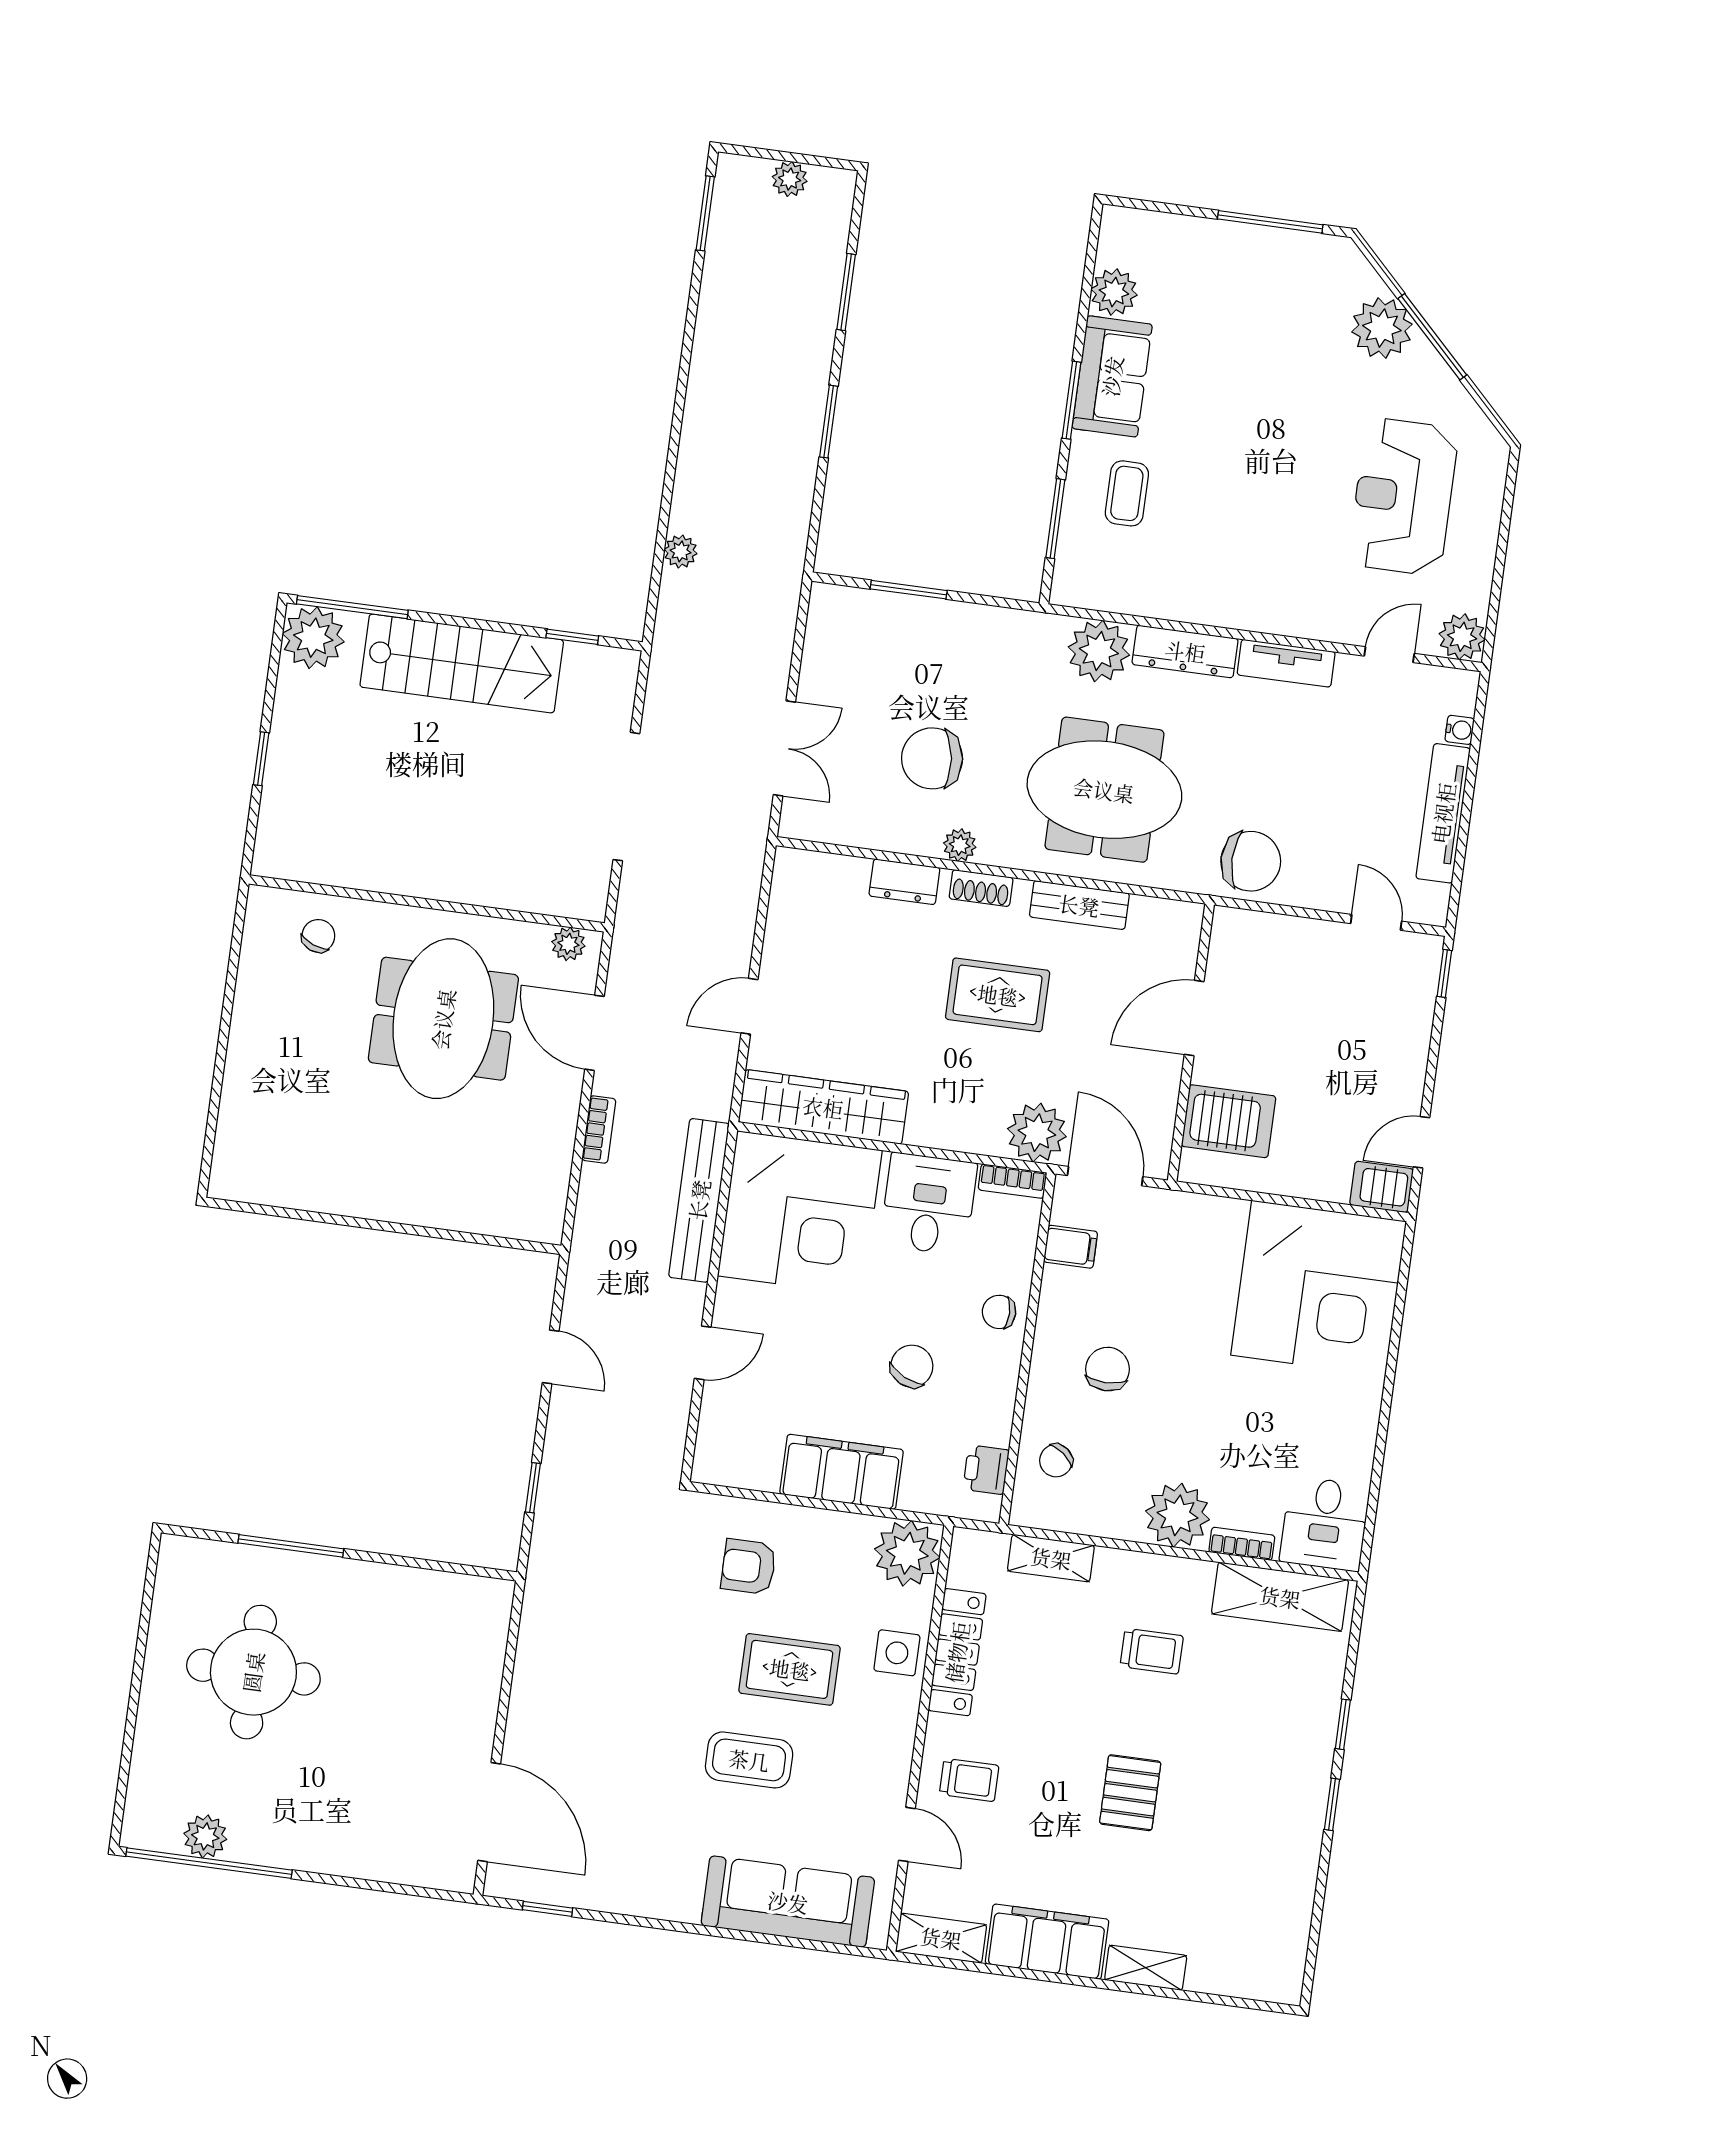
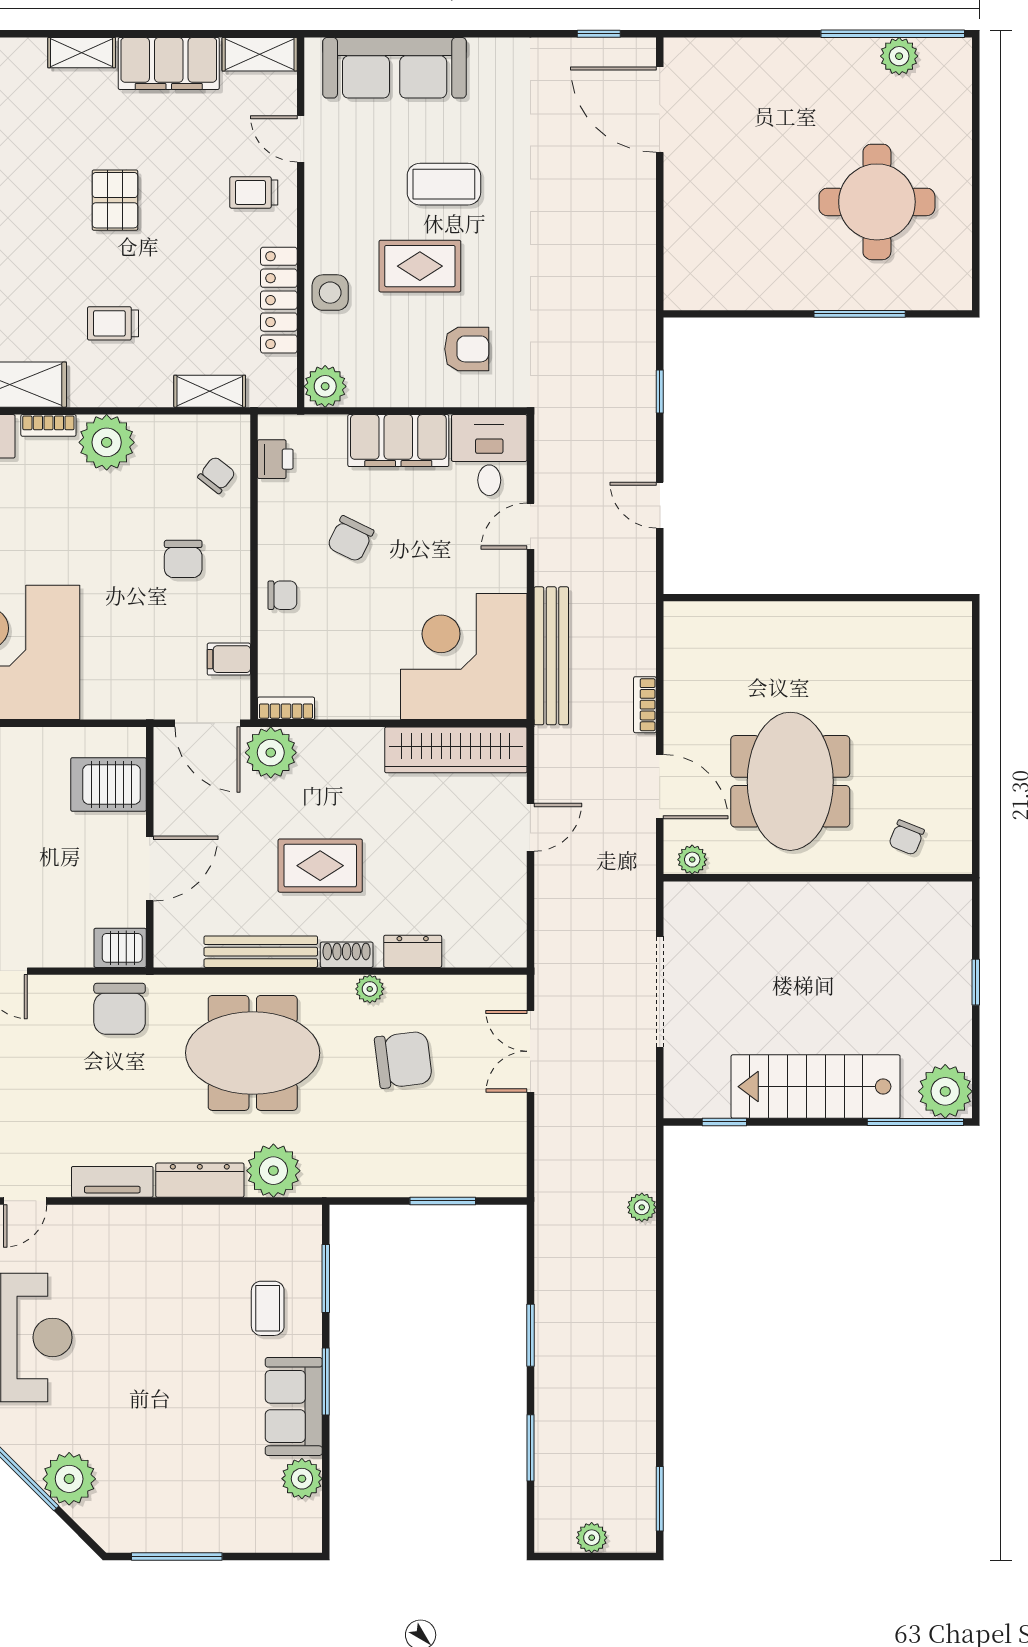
chair: (1251, 861) -> (120, 1009), turned -90
bench: (1079, 905) -> (261, 952), width x1.36
server rack: (1241, 931) -> (120, 948), added
desk: (928, 1204) -> (489, 455), moved, turned 180
plant: (907, 1553) -> (325, 386), width x0.73, depth x0.73

